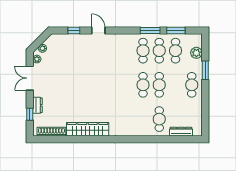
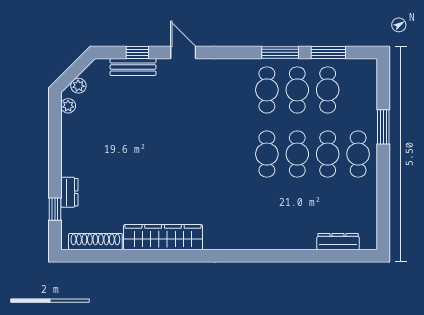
bench: (72, 38) -> (133, 67), added
plant: (196, 53) -> (367, 94), removed
double door: (30, 78) -> (55, 141), removed
cafe table: (159, 119) -> (328, 154), moved

